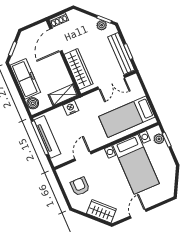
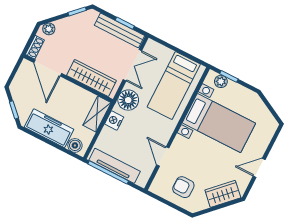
plant: (102, 25) -> (49, 29), moved
floor lamp: (90, 102) -> (128, 100), added
door: (138, 214) -> (259, 168), hinge flipped

